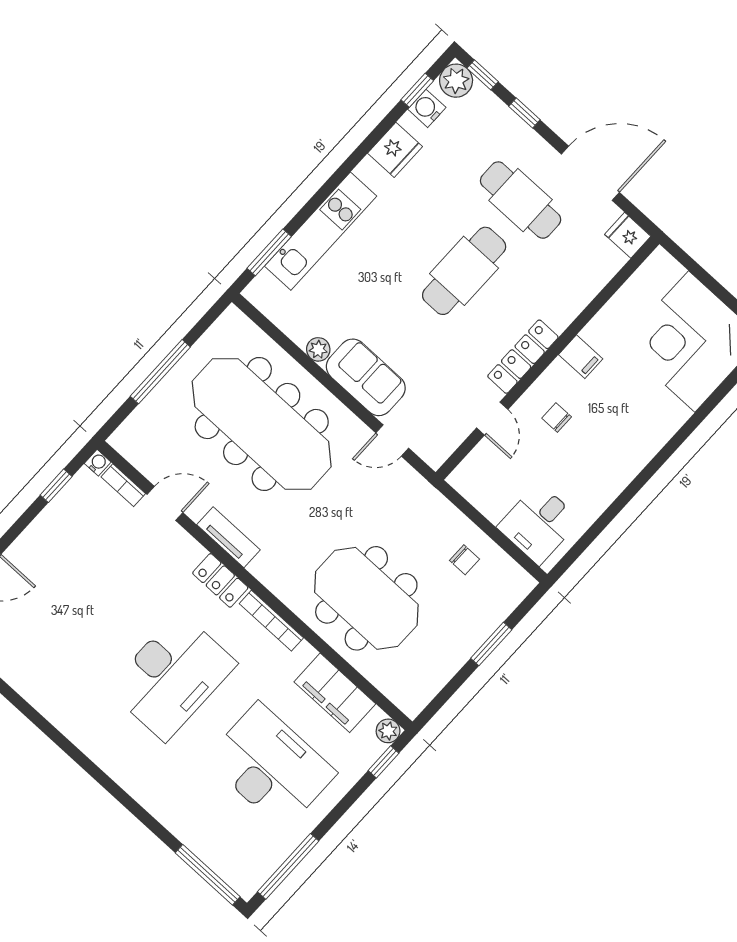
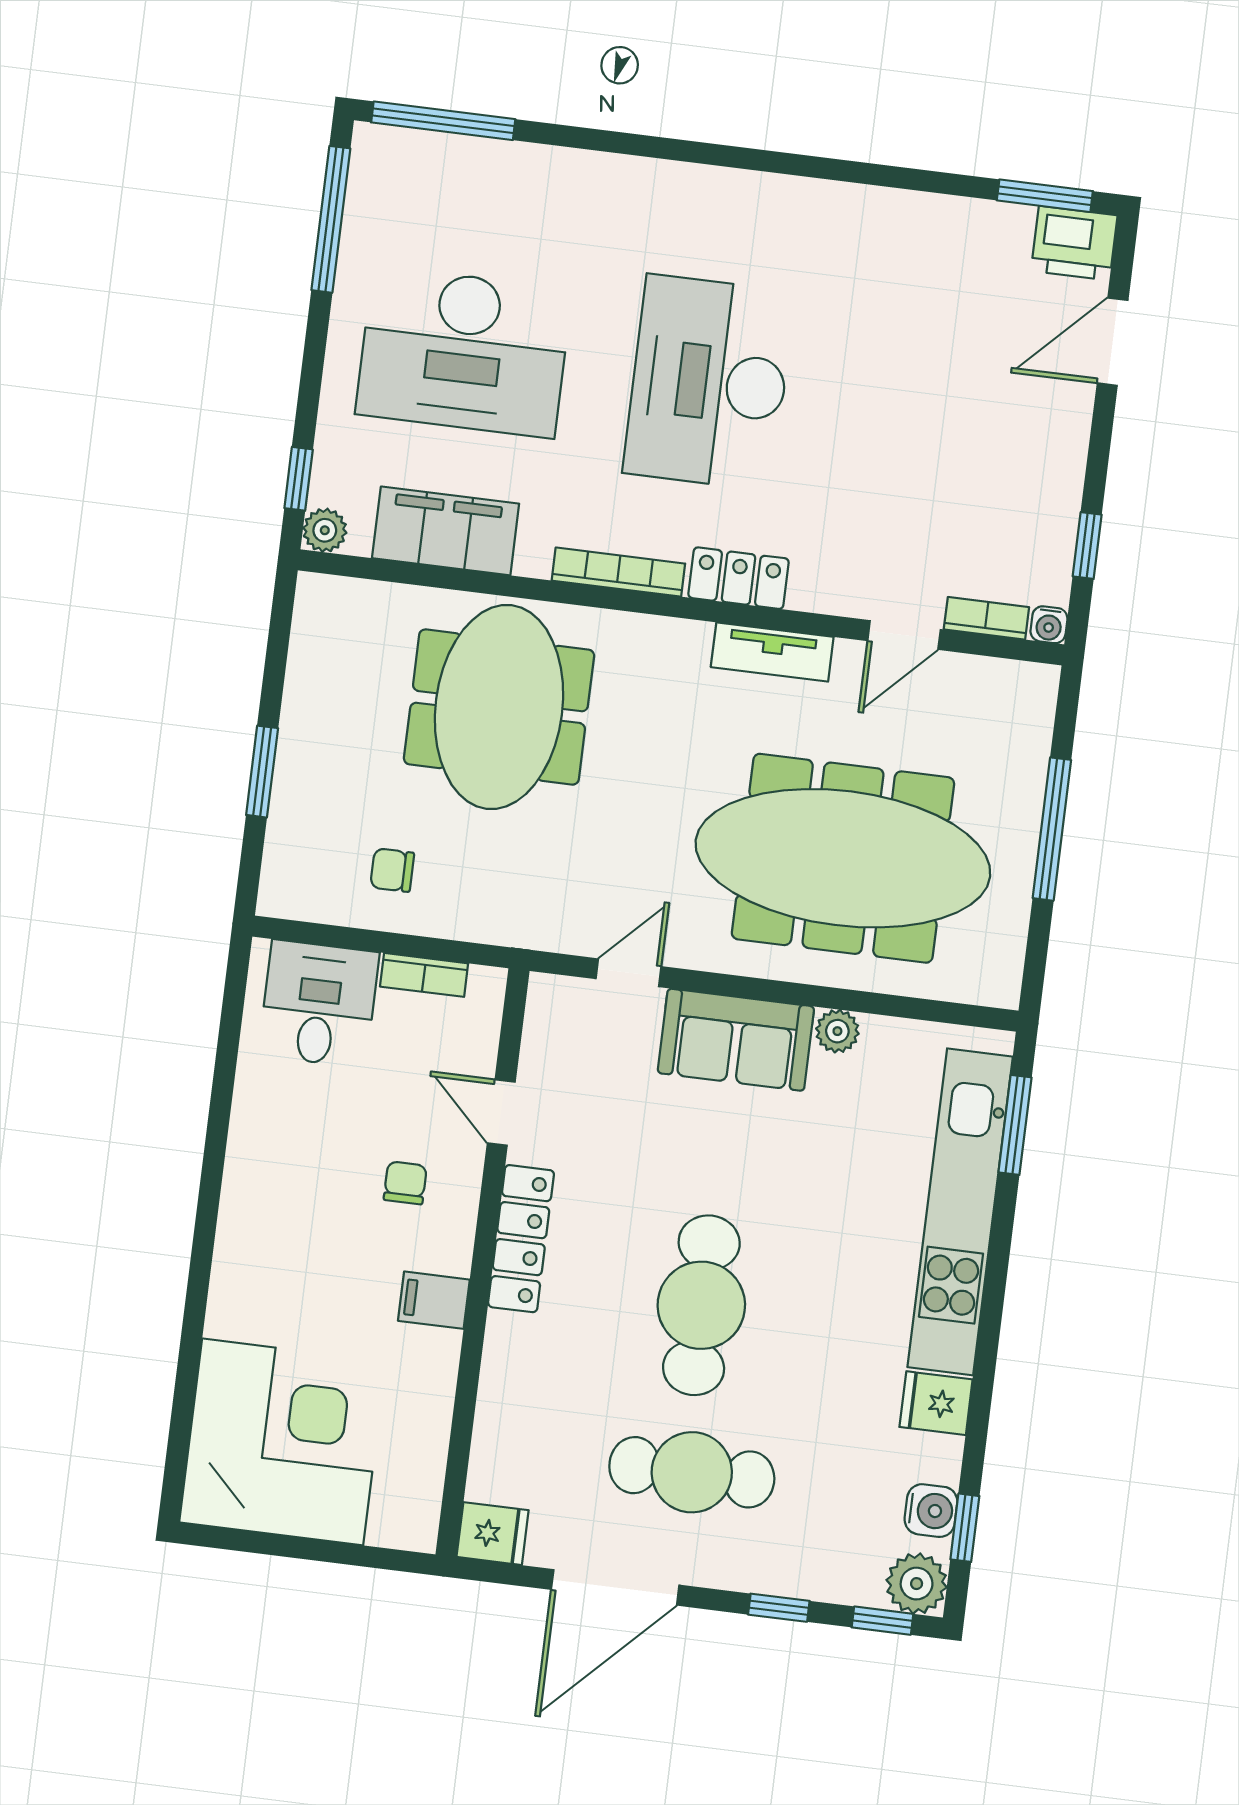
fridge: (395, 150) -> (936, 1403), width x0.72
kitchen unit: (321, 231) -> (960, 1212), width x1.36
chair: (557, 418) -> (405, 1183), turned -90
bookcase: (483, 503) -> (424, 975), added
meeting table: (366, 598) -> (499, 707), turned 90

